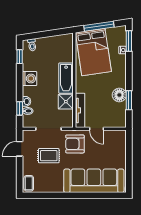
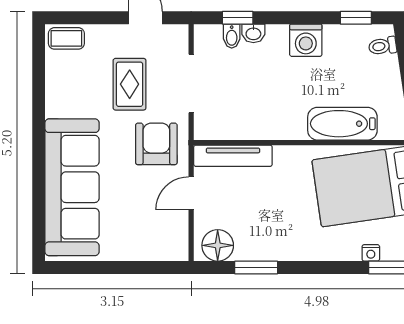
bathtub: (66, 78) -> (342, 124), moved
floor lamp: (119, 95) -> (218, 245), moved
shower: (66, 102) -> (253, 123), removed

